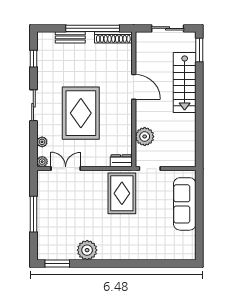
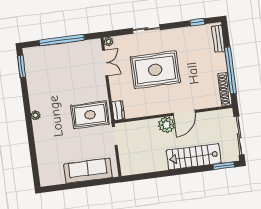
sliding door: (168, 28) -> (239, 136), width x1.37
bench: (70, 37) -> (218, 39), moved
sliding door: (33, 105) -> (146, 29), moved
plant: (145, 136) -> (166, 125), moved
plant: (42, 142) -> (126, 39), removed
window: (33, 214) -> (62, 40), width x1.46
plant: (87, 250) -> (36, 115), moved, width x0.53, depth x0.53

